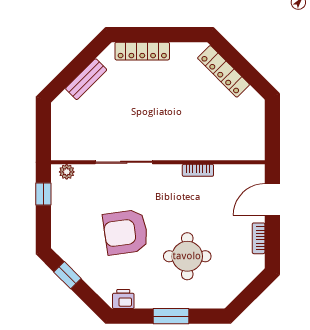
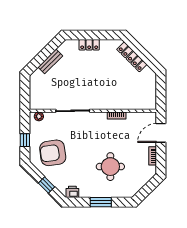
locker: (142, 51) -> (89, 45), width x0.66
window: (43, 194) -> (25, 140), moved
armchair: (126, 232) -> (53, 153), moved
window: (67, 275) -> (46, 185), moved

